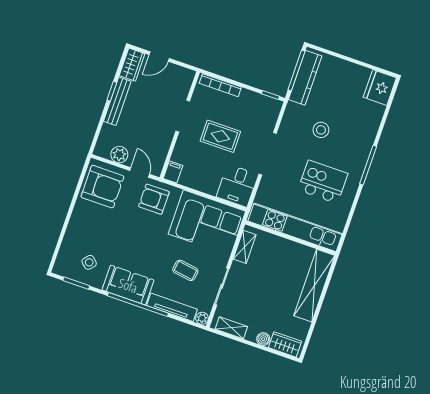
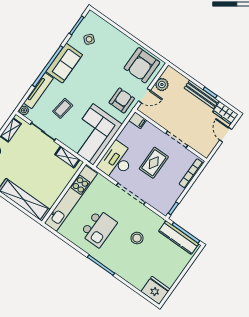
desk: (237, 186) -> (117, 161), width x1.37

